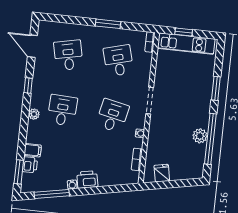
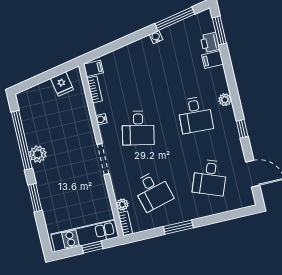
desk: (68, 55) -> (210, 177), turned 33
plant: (147, 58) -> (122, 204), added
plant: (200, 136) -> (38, 154), moved
filing cabinet: (132, 177) -> (93, 69), added
printer: (87, 179) -> (141, 48), removed

